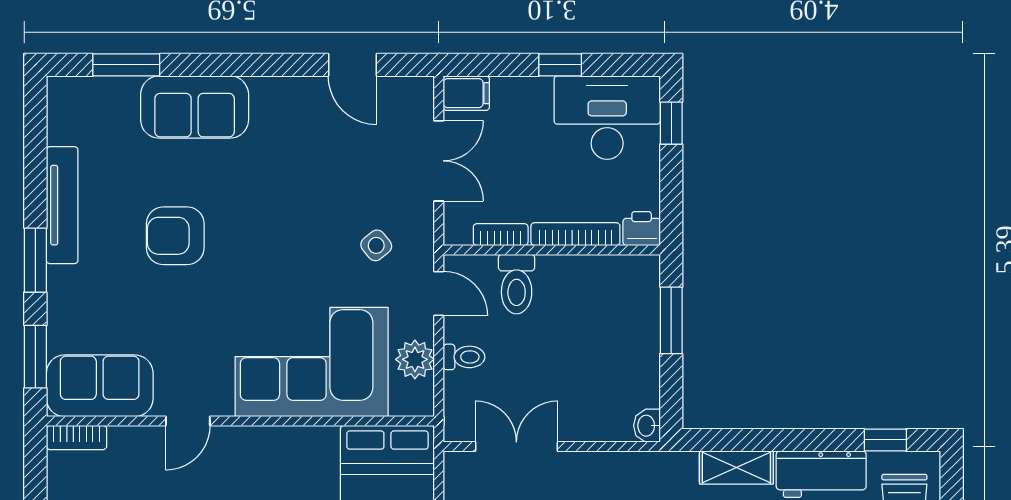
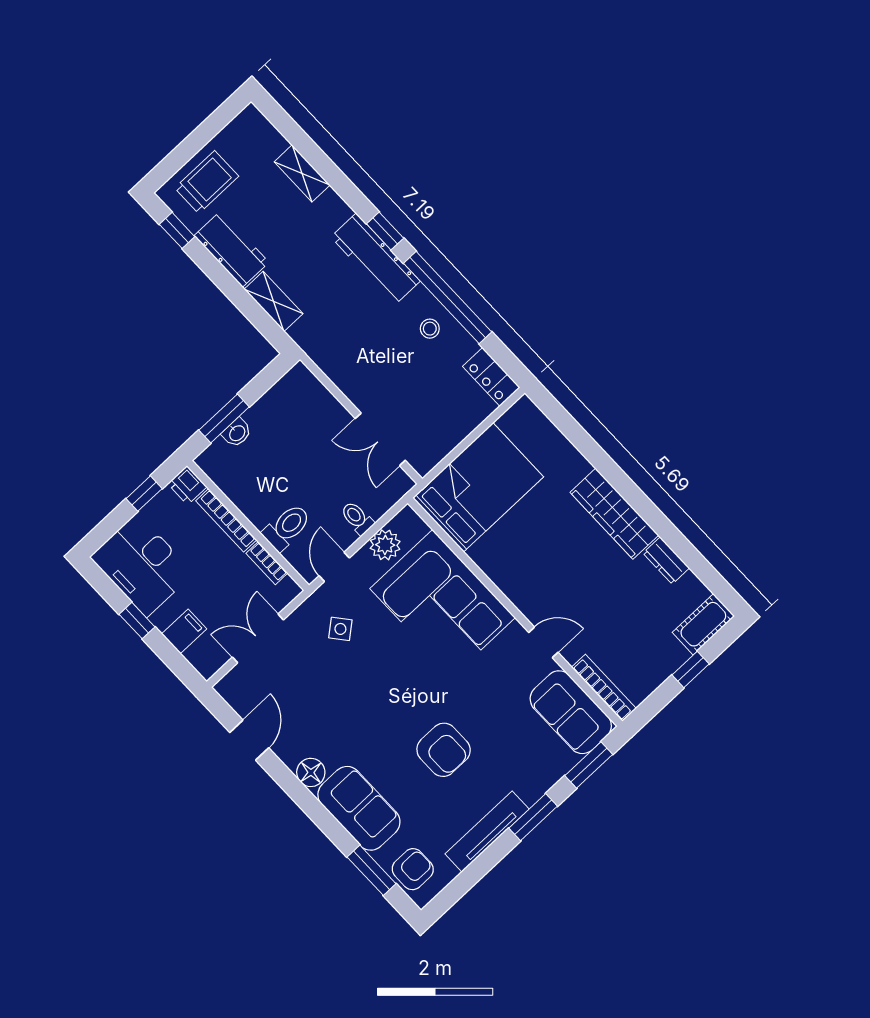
filing cabinet: (466, 93) -> (184, 631), moved, turned 90
floor lamp: (269, 94) -> (311, 772), added
armchair: (92, 104) -> (413, 869), added
window: (671, 123) -> (144, 494), moved
washbasin: (647, 426) -> (237, 433), moved
bookcase: (76, 437) -> (604, 688), width x1.56

